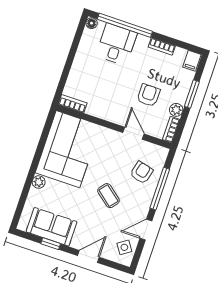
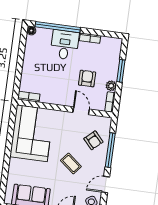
desk: (116, 44) -> (65, 45), moved
filing cabinet: (192, 61) -> (116, 45), removed
armchair: (142, 172) -> (93, 140), turned 124
plant: (39, 182) -> (14, 163), removed

